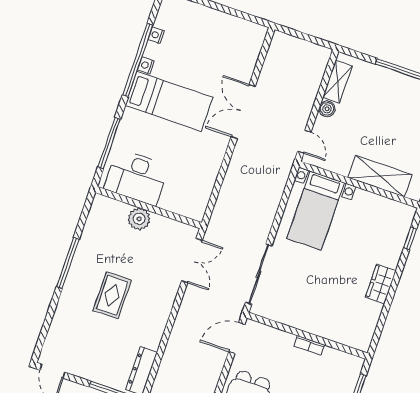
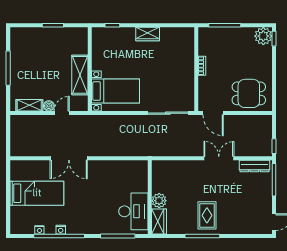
bed: (169, 101) -> (37, 193), moved, turned 90
door: (304, 142) -> (62, 113), moved
shelving: (380, 176) -> (80, 75), moved
wardrobe: (109, 209) -> (159, 222), added
double door: (192, 261) -> (219, 158), moved
rug: (112, 295) -> (207, 215), moved, turned 90

